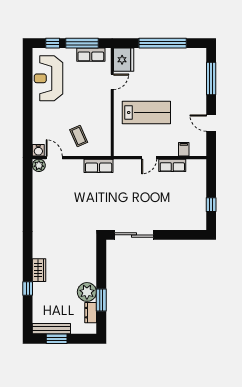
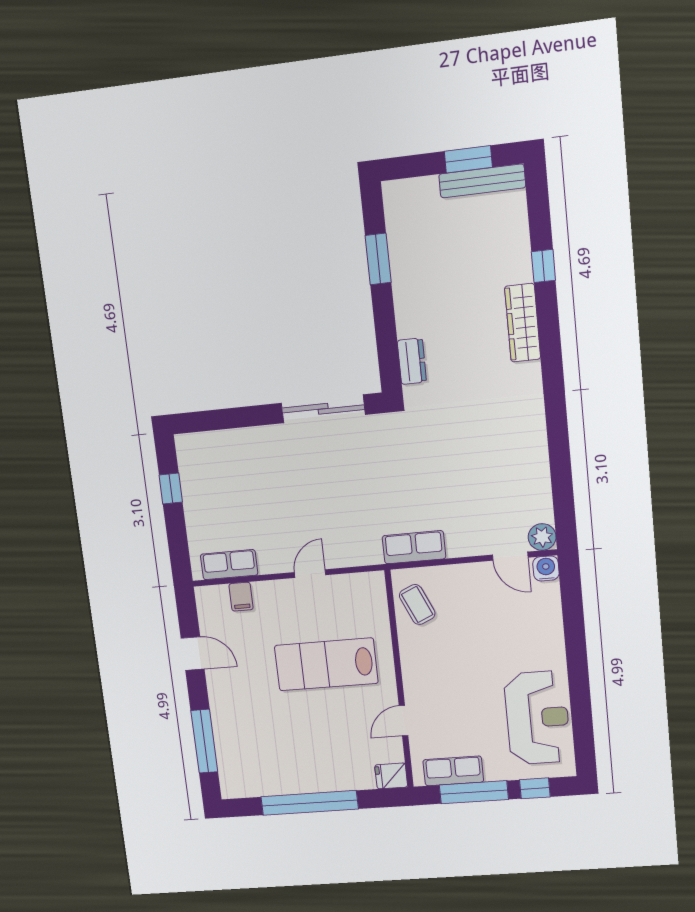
fridge: (124, 60) -> (391, 776), width x0.53, depth x0.75
coffee table: (79, 136) -> (417, 604), moved
row of seats: (172, 165) -> (229, 565), moved
wardrobe: (39, 270) -> (523, 323), width x1.50
plant: (87, 292) -> (411, 273), removed
dresser: (91, 313) -> (412, 361), moved

